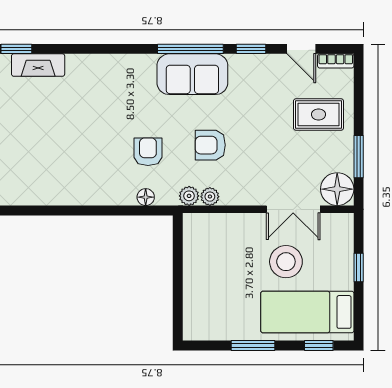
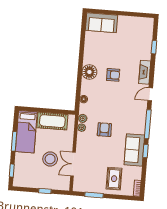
door: (301, 49) -> (150, 94), moved
fireplace: (38, 65) -> (145, 72), moved
sofa: (192, 74) -> (134, 150), moved
armchair: (148, 152) -> (113, 75), moved
floor lamp: (337, 189) -> (89, 72), moved
cot: (200, 263) -> (52, 121), added
bed: (307, 312) -> (26, 132), moved, turned 180

